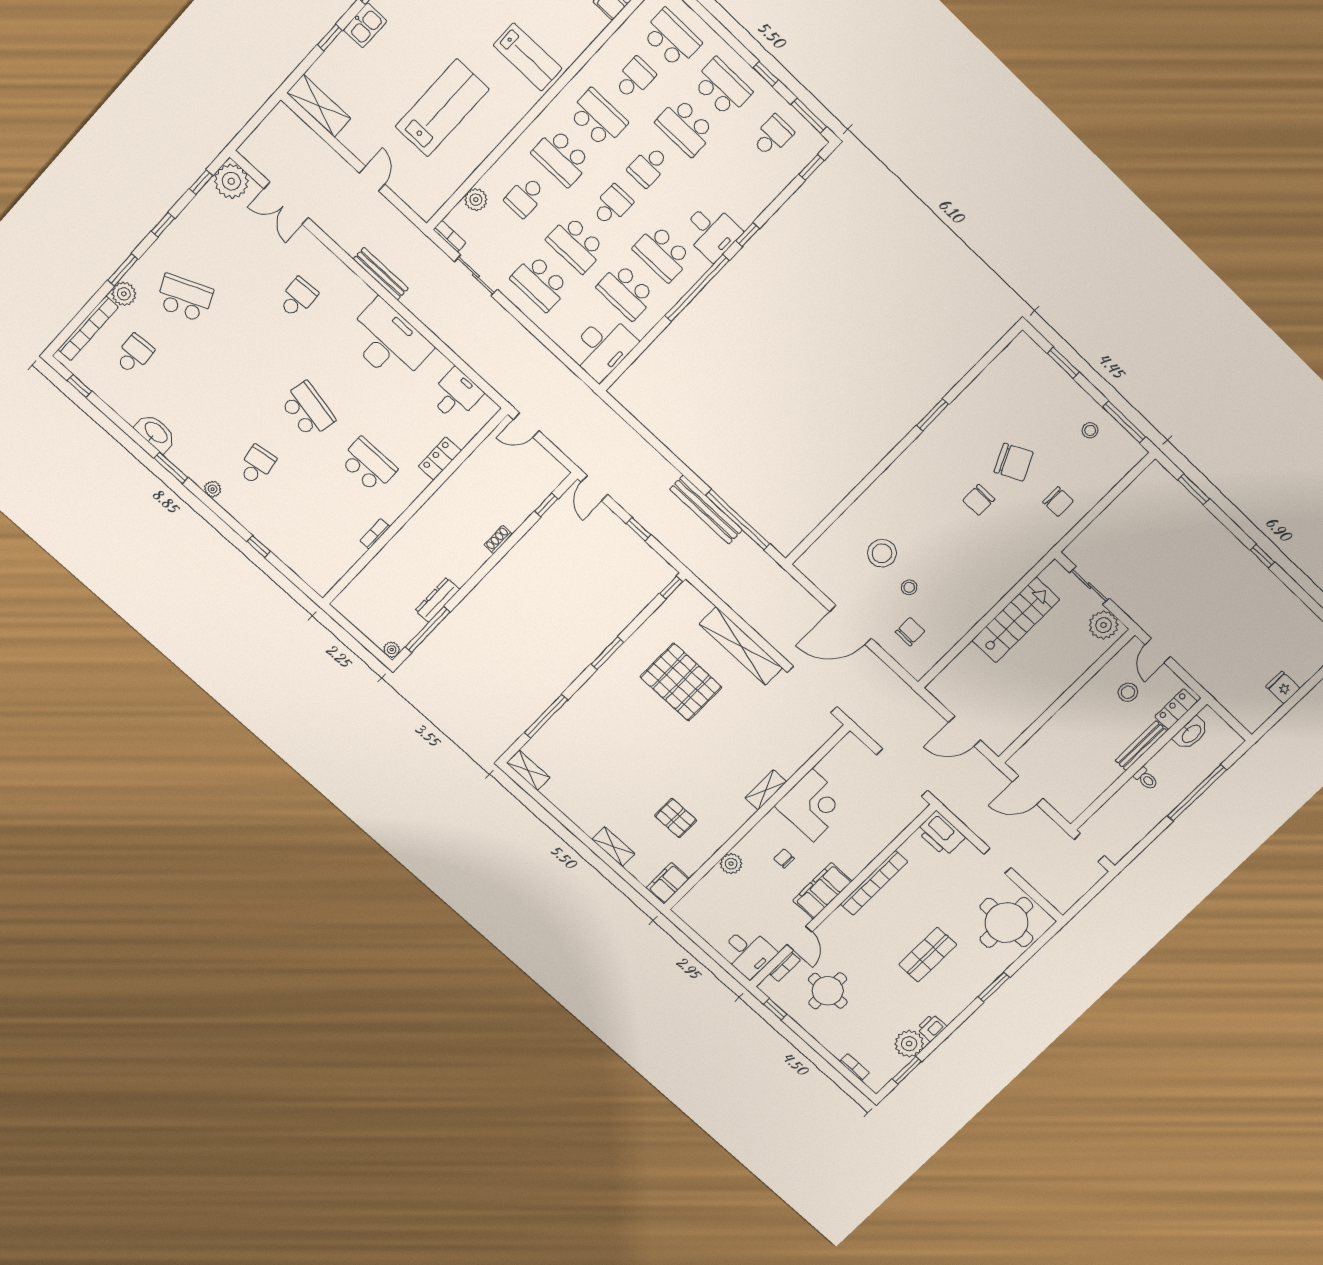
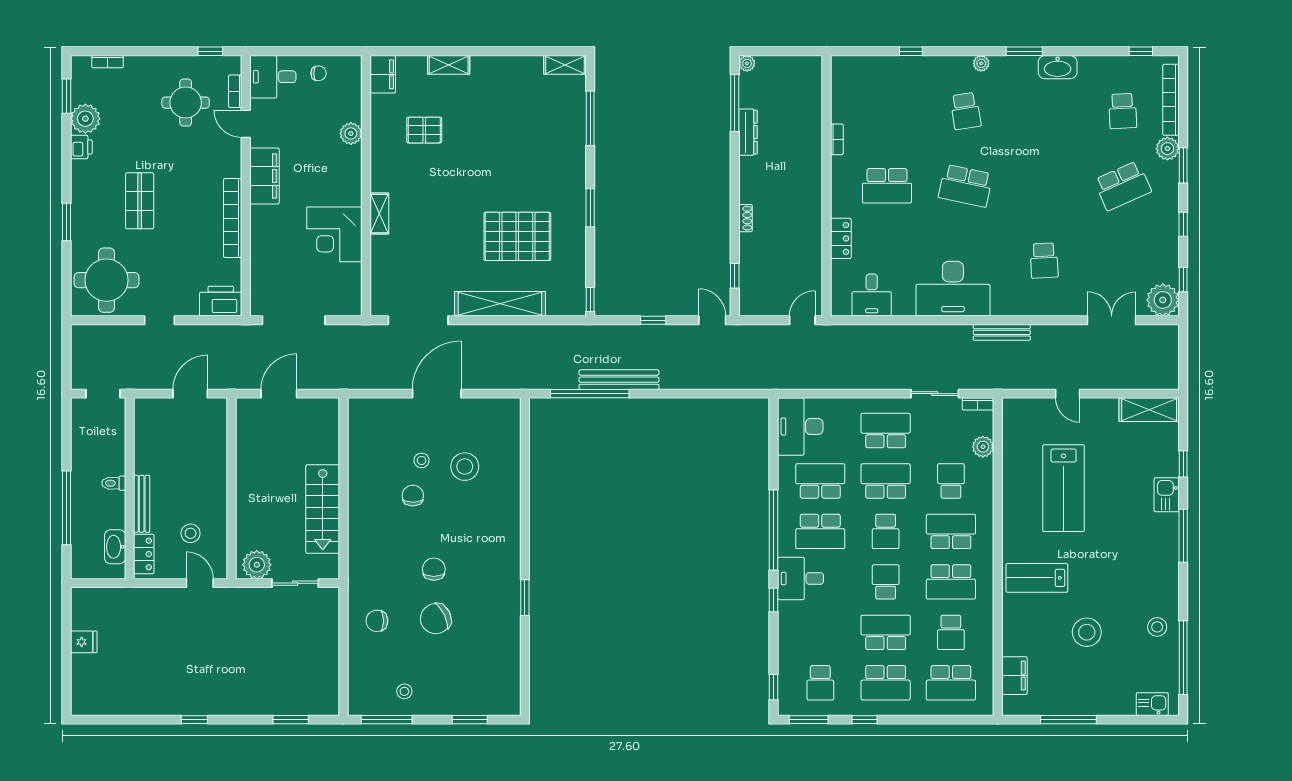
school desk: (662, 253) -> (820, 531), turned 180
chair: (910, 632) -> (413, 496), moved, turned 180
chair: (784, 859) -> (319, 73), moved

